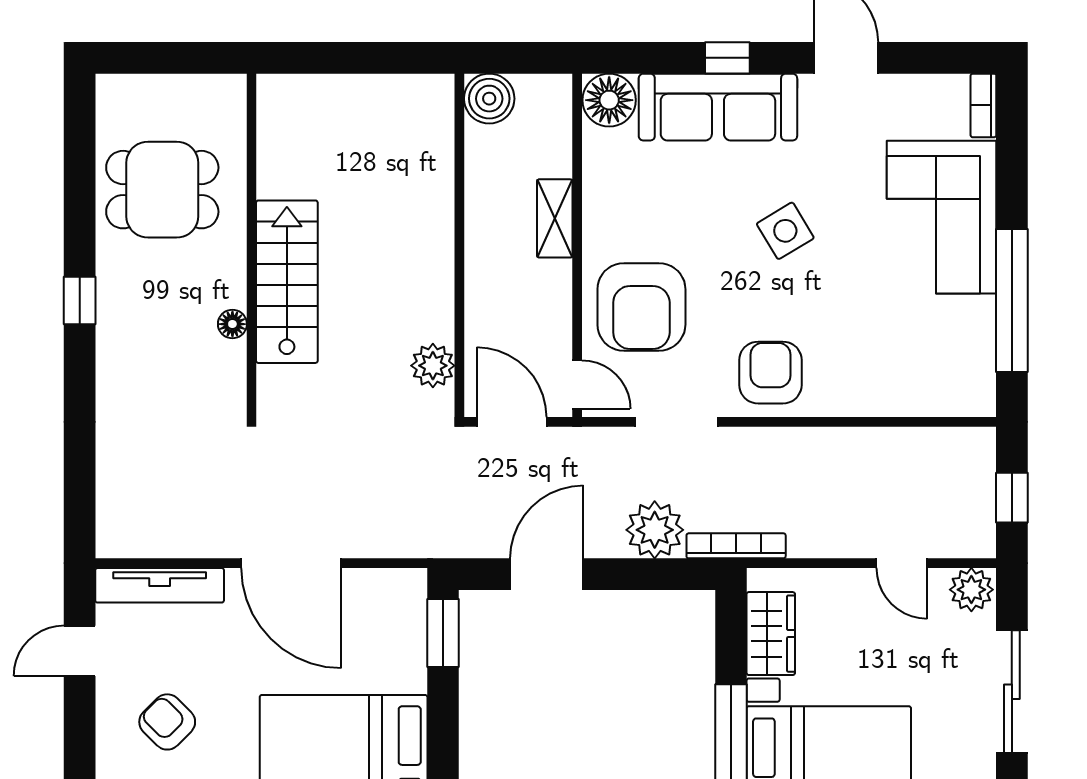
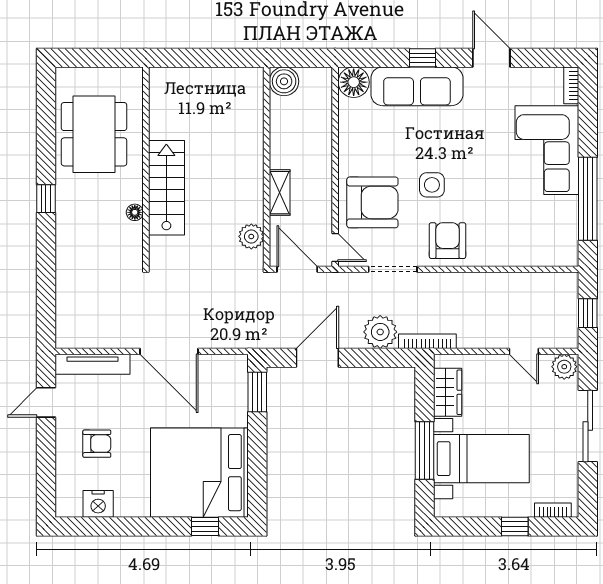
dining table: (162, 190) -> (94, 134), width x1.38
shelving: (555, 218) -> (280, 193), moved
side table: (785, 231) -> (432, 185), moved, turned 31
armchair: (641, 307) -> (372, 202), turned -90
armchair: (167, 722) -> (97, 444), turned 135

